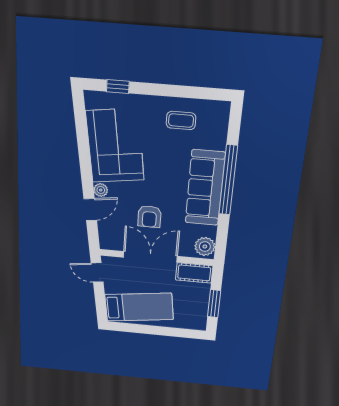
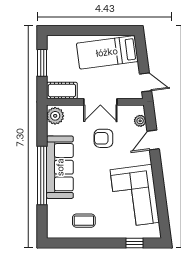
plant: (101, 190) -> (140, 121), moved
armchair: (149, 217) -> (103, 138), turned -90
double door: (150, 257) -> (100, 102), width x0.73

